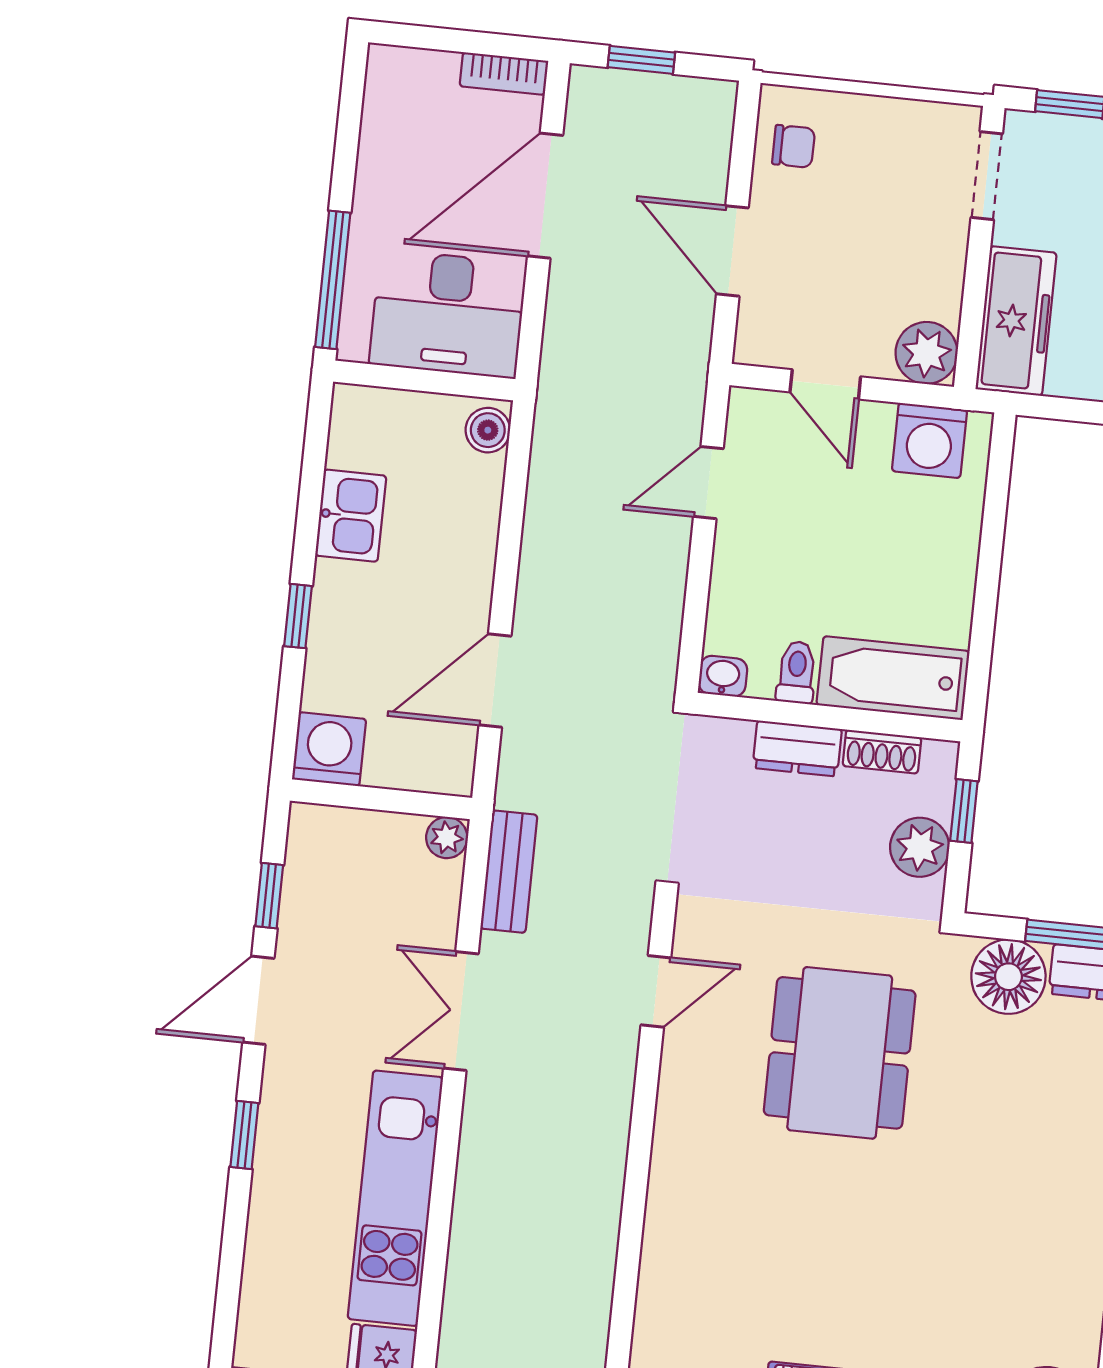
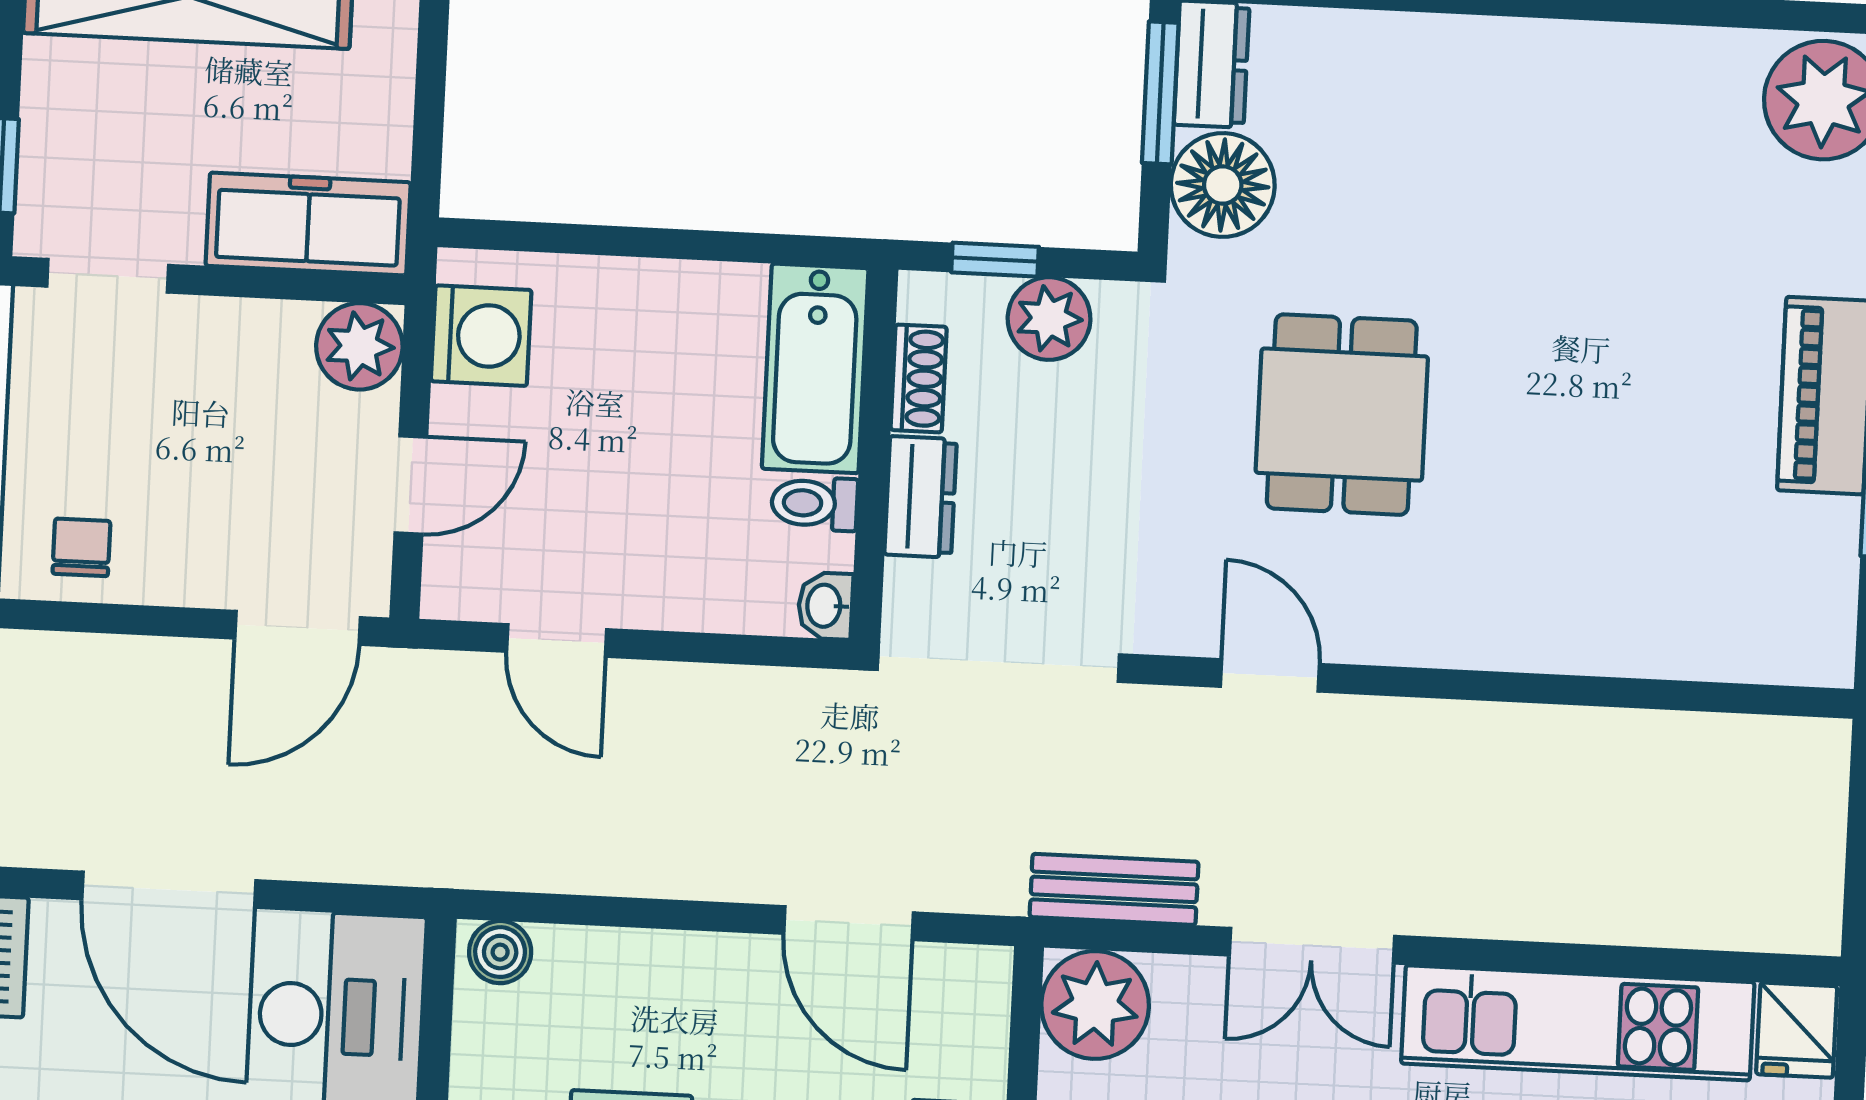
door: (732, 251) -> (298, 628), moved
plant: (447, 838) -> (1095, 1005), width x1.88, depth x1.88
dining table: (840, 1053) -> (1342, 415), width x0.73

